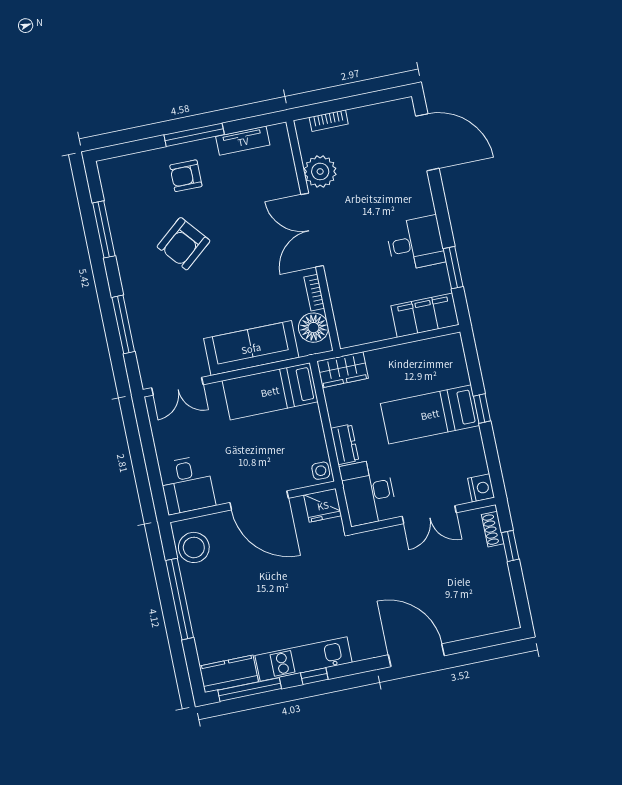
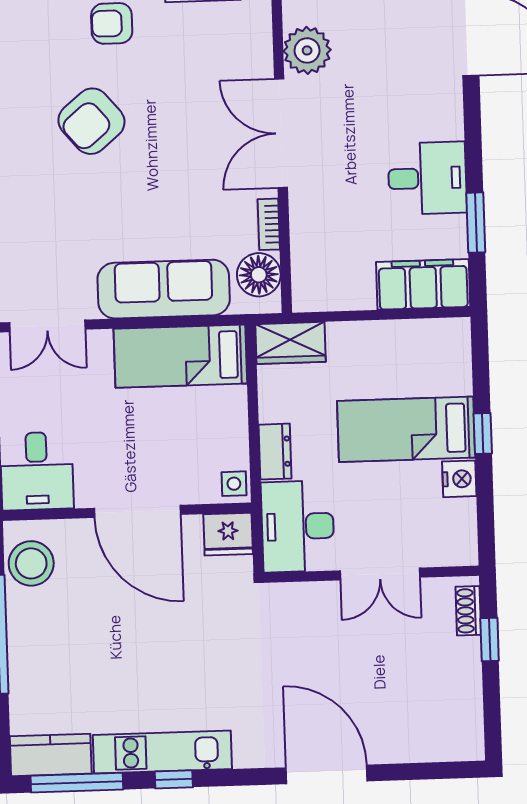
nightstand: (481, 488) -> (459, 479), moved

